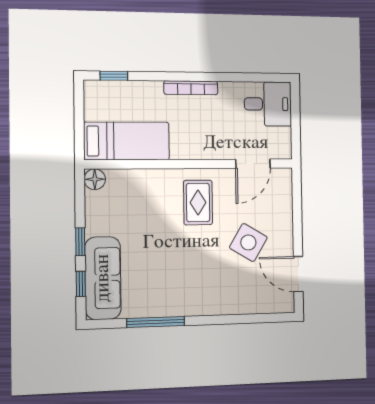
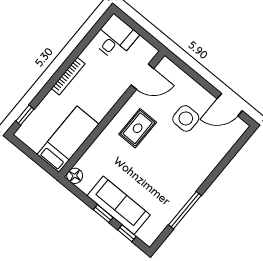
door: (253, 164) -> (142, 77), hinge flipped
rug: (198, 203) -> (138, 128), turned 90
side table: (248, 242) -> (186, 118), turned -31
sofa: (103, 278) -> (119, 205), moved

